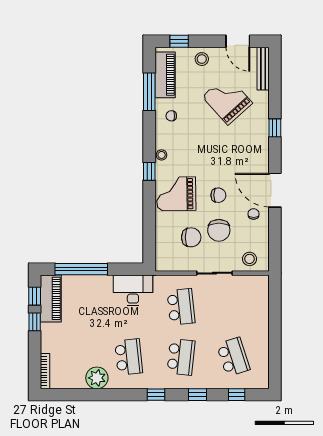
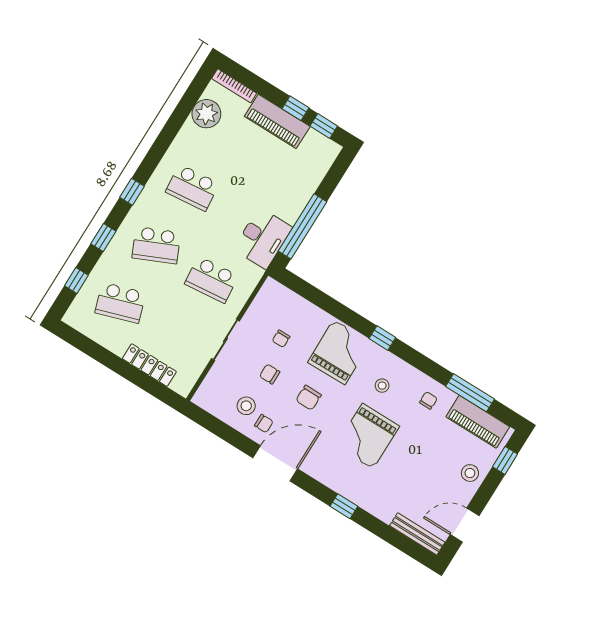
grand piano: (227, 100) -> (368, 436), moved, turned 132
stool: (162, 155) -> (382, 386), moved
chair: (219, 230) -> (270, 374), width x0.54, depth x0.54
chair: (191, 237) -> (281, 339), width x0.54, depth x0.54
stool: (250, 259) -> (246, 406), moved
window: (81, 269) -> (303, 226), moved
piano: (51, 298) -> (277, 121), moved
locker: (262, 313) -> (149, 365), added
school desk: (181, 357) -> (156, 245), turned -30
plant: (97, 378) -> (206, 114), moved

